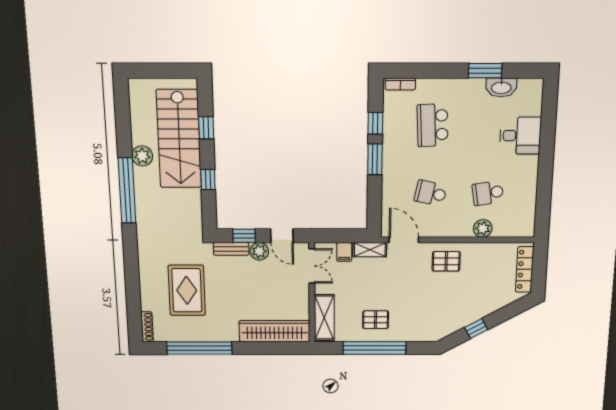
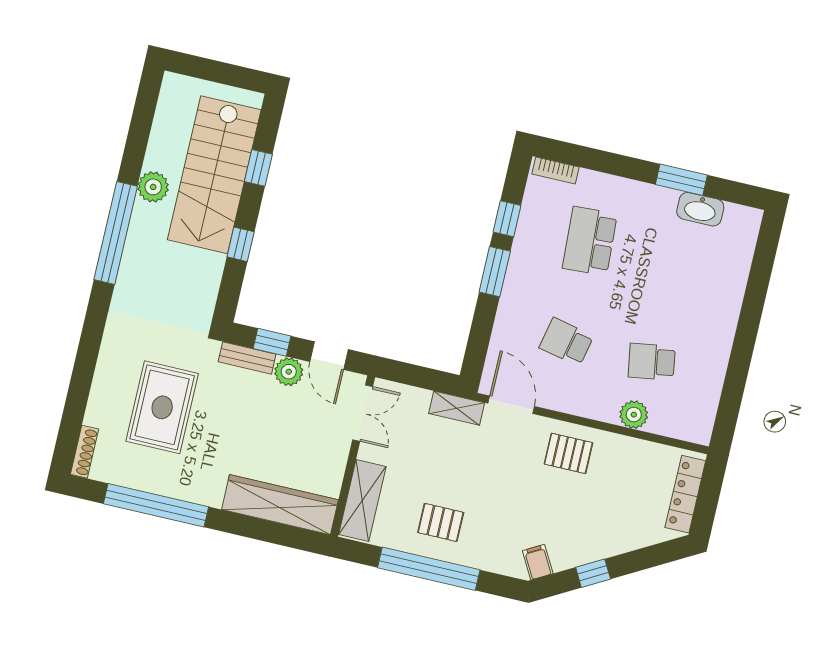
desk: (520, 136) -> (715, 286), removed
filing cabinet: (344, 252) -> (538, 562), moved, turned 151

